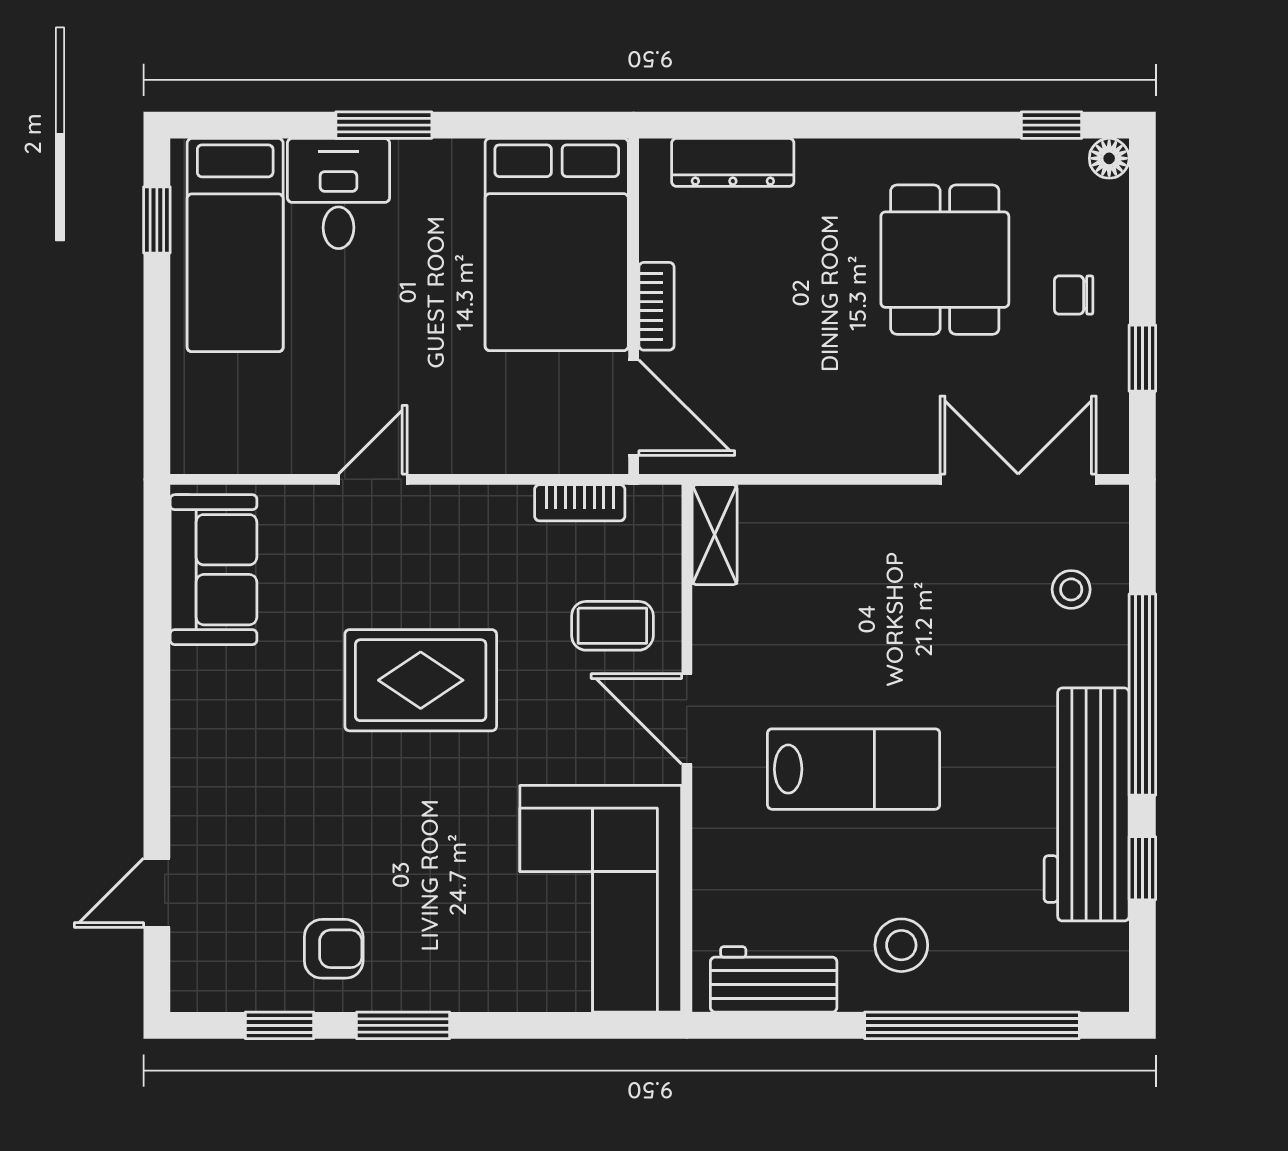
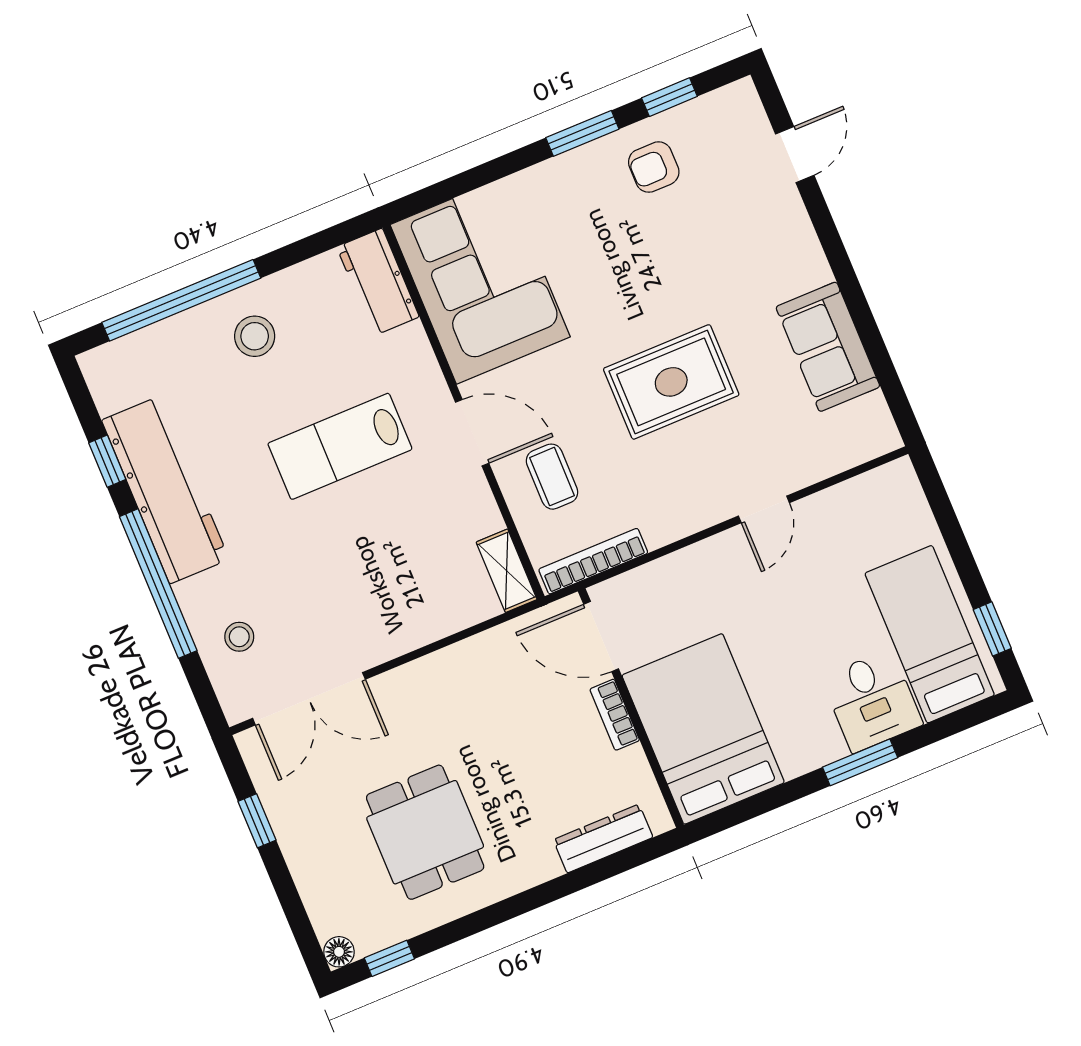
chair: (1074, 295) -> (324, 845), removed
bookcase: (580, 503) -> (593, 561), width x1.56
sofa: (213, 570) -> (828, 347), moved
coffee table: (612, 626) -> (552, 477), turned 90
workbench: (774, 979) -> (378, 282), moved, turned 90

